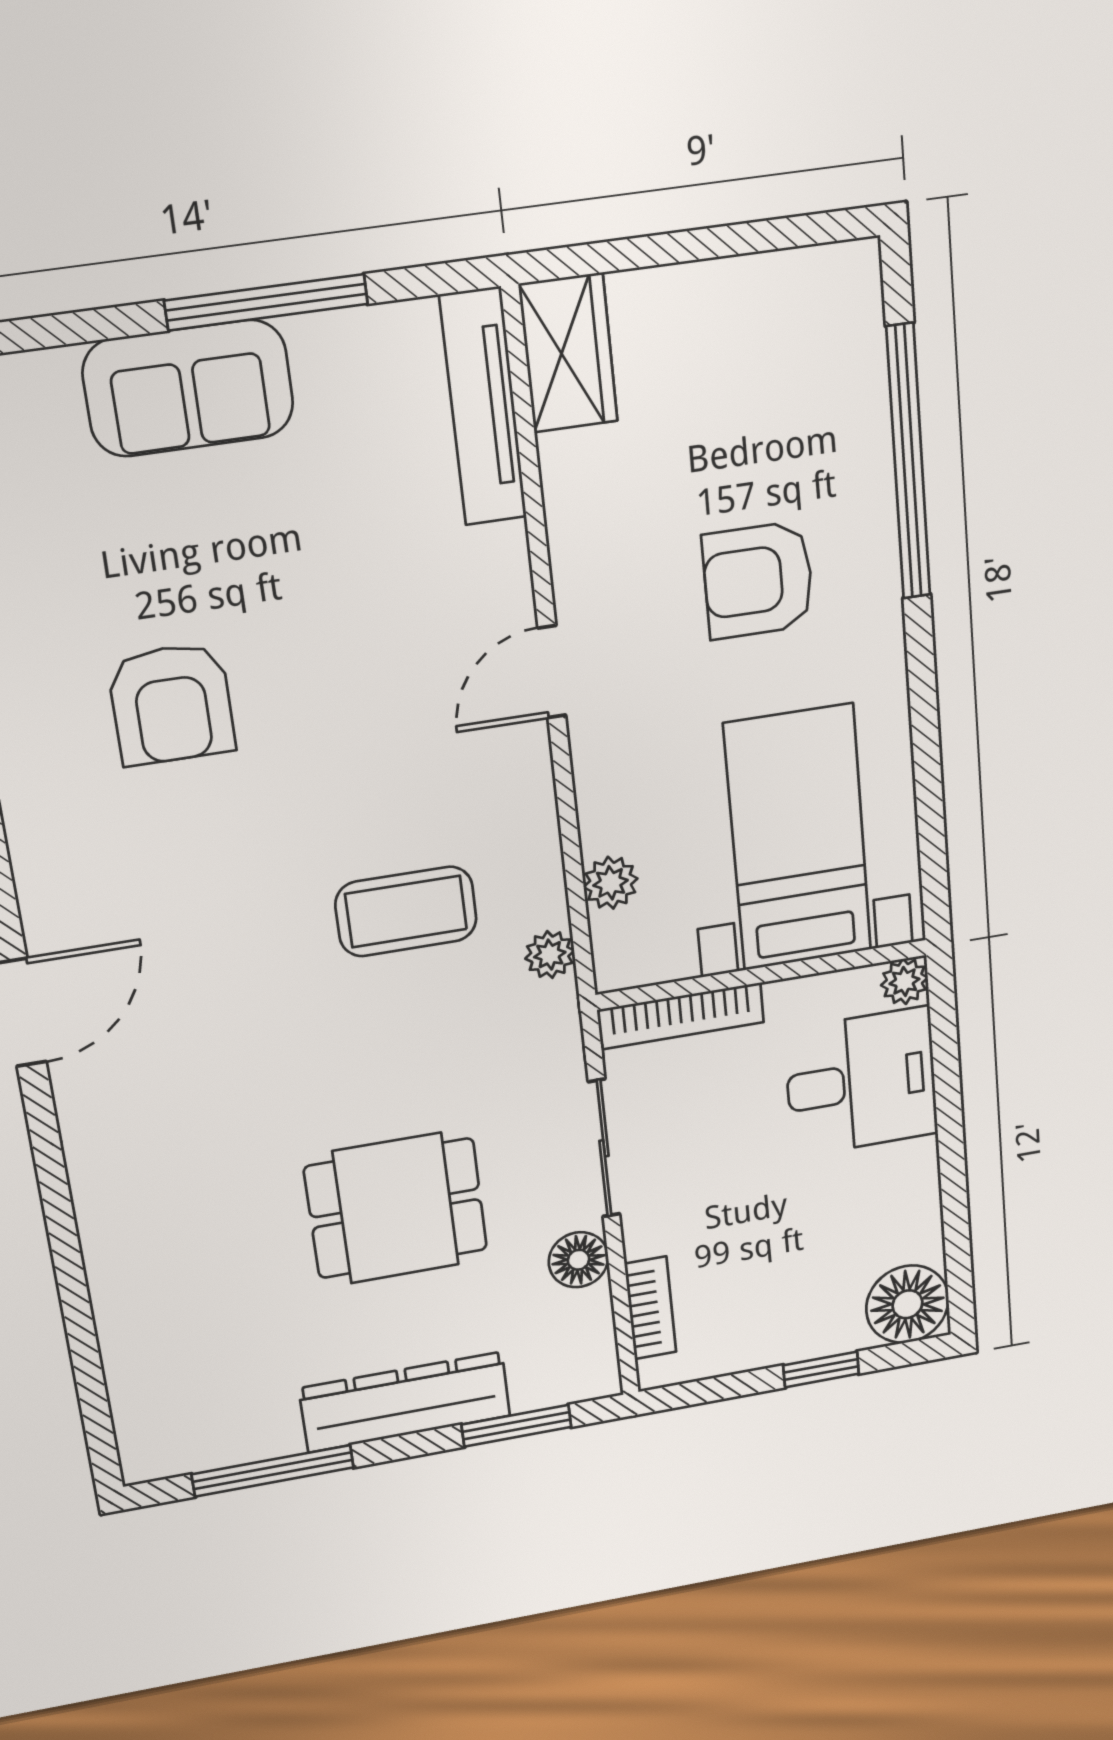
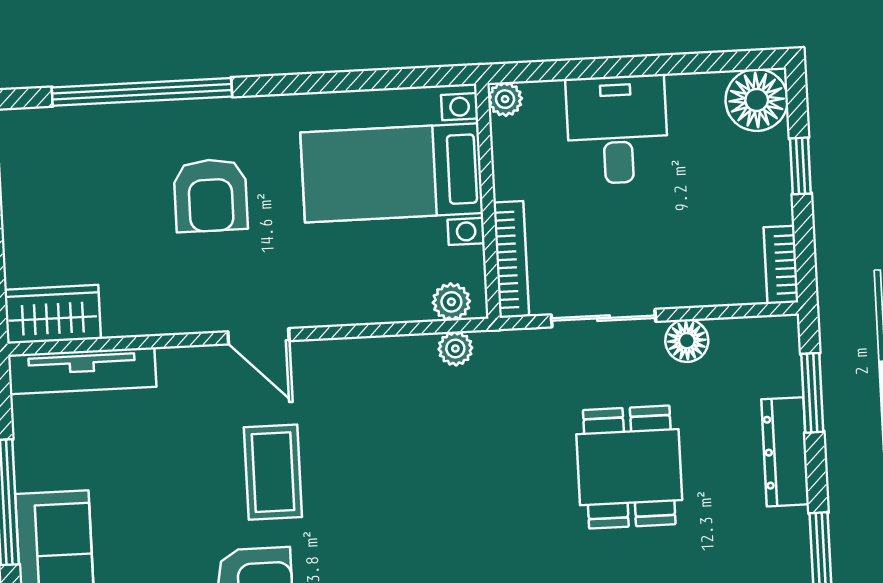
plant: (611, 883) -> (451, 302), moved
coffee table: (406, 912) -> (273, 472), moved
desk: (861, 1082) -> (617, 129), moved
bookcase: (650, 1308) -> (781, 265), moved, turned -90
dresser: (405, 1402) -> (785, 452), width x0.73, depth x0.80

